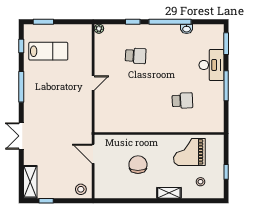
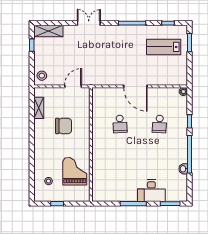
lab bench: (48, 51) -> (164, 47), turned 90
door: (93, 83) -> (135, 86), width x1.88
school desk: (182, 101) -> (120, 124), moved
shelving: (169, 193) -> (39, 108), moved

